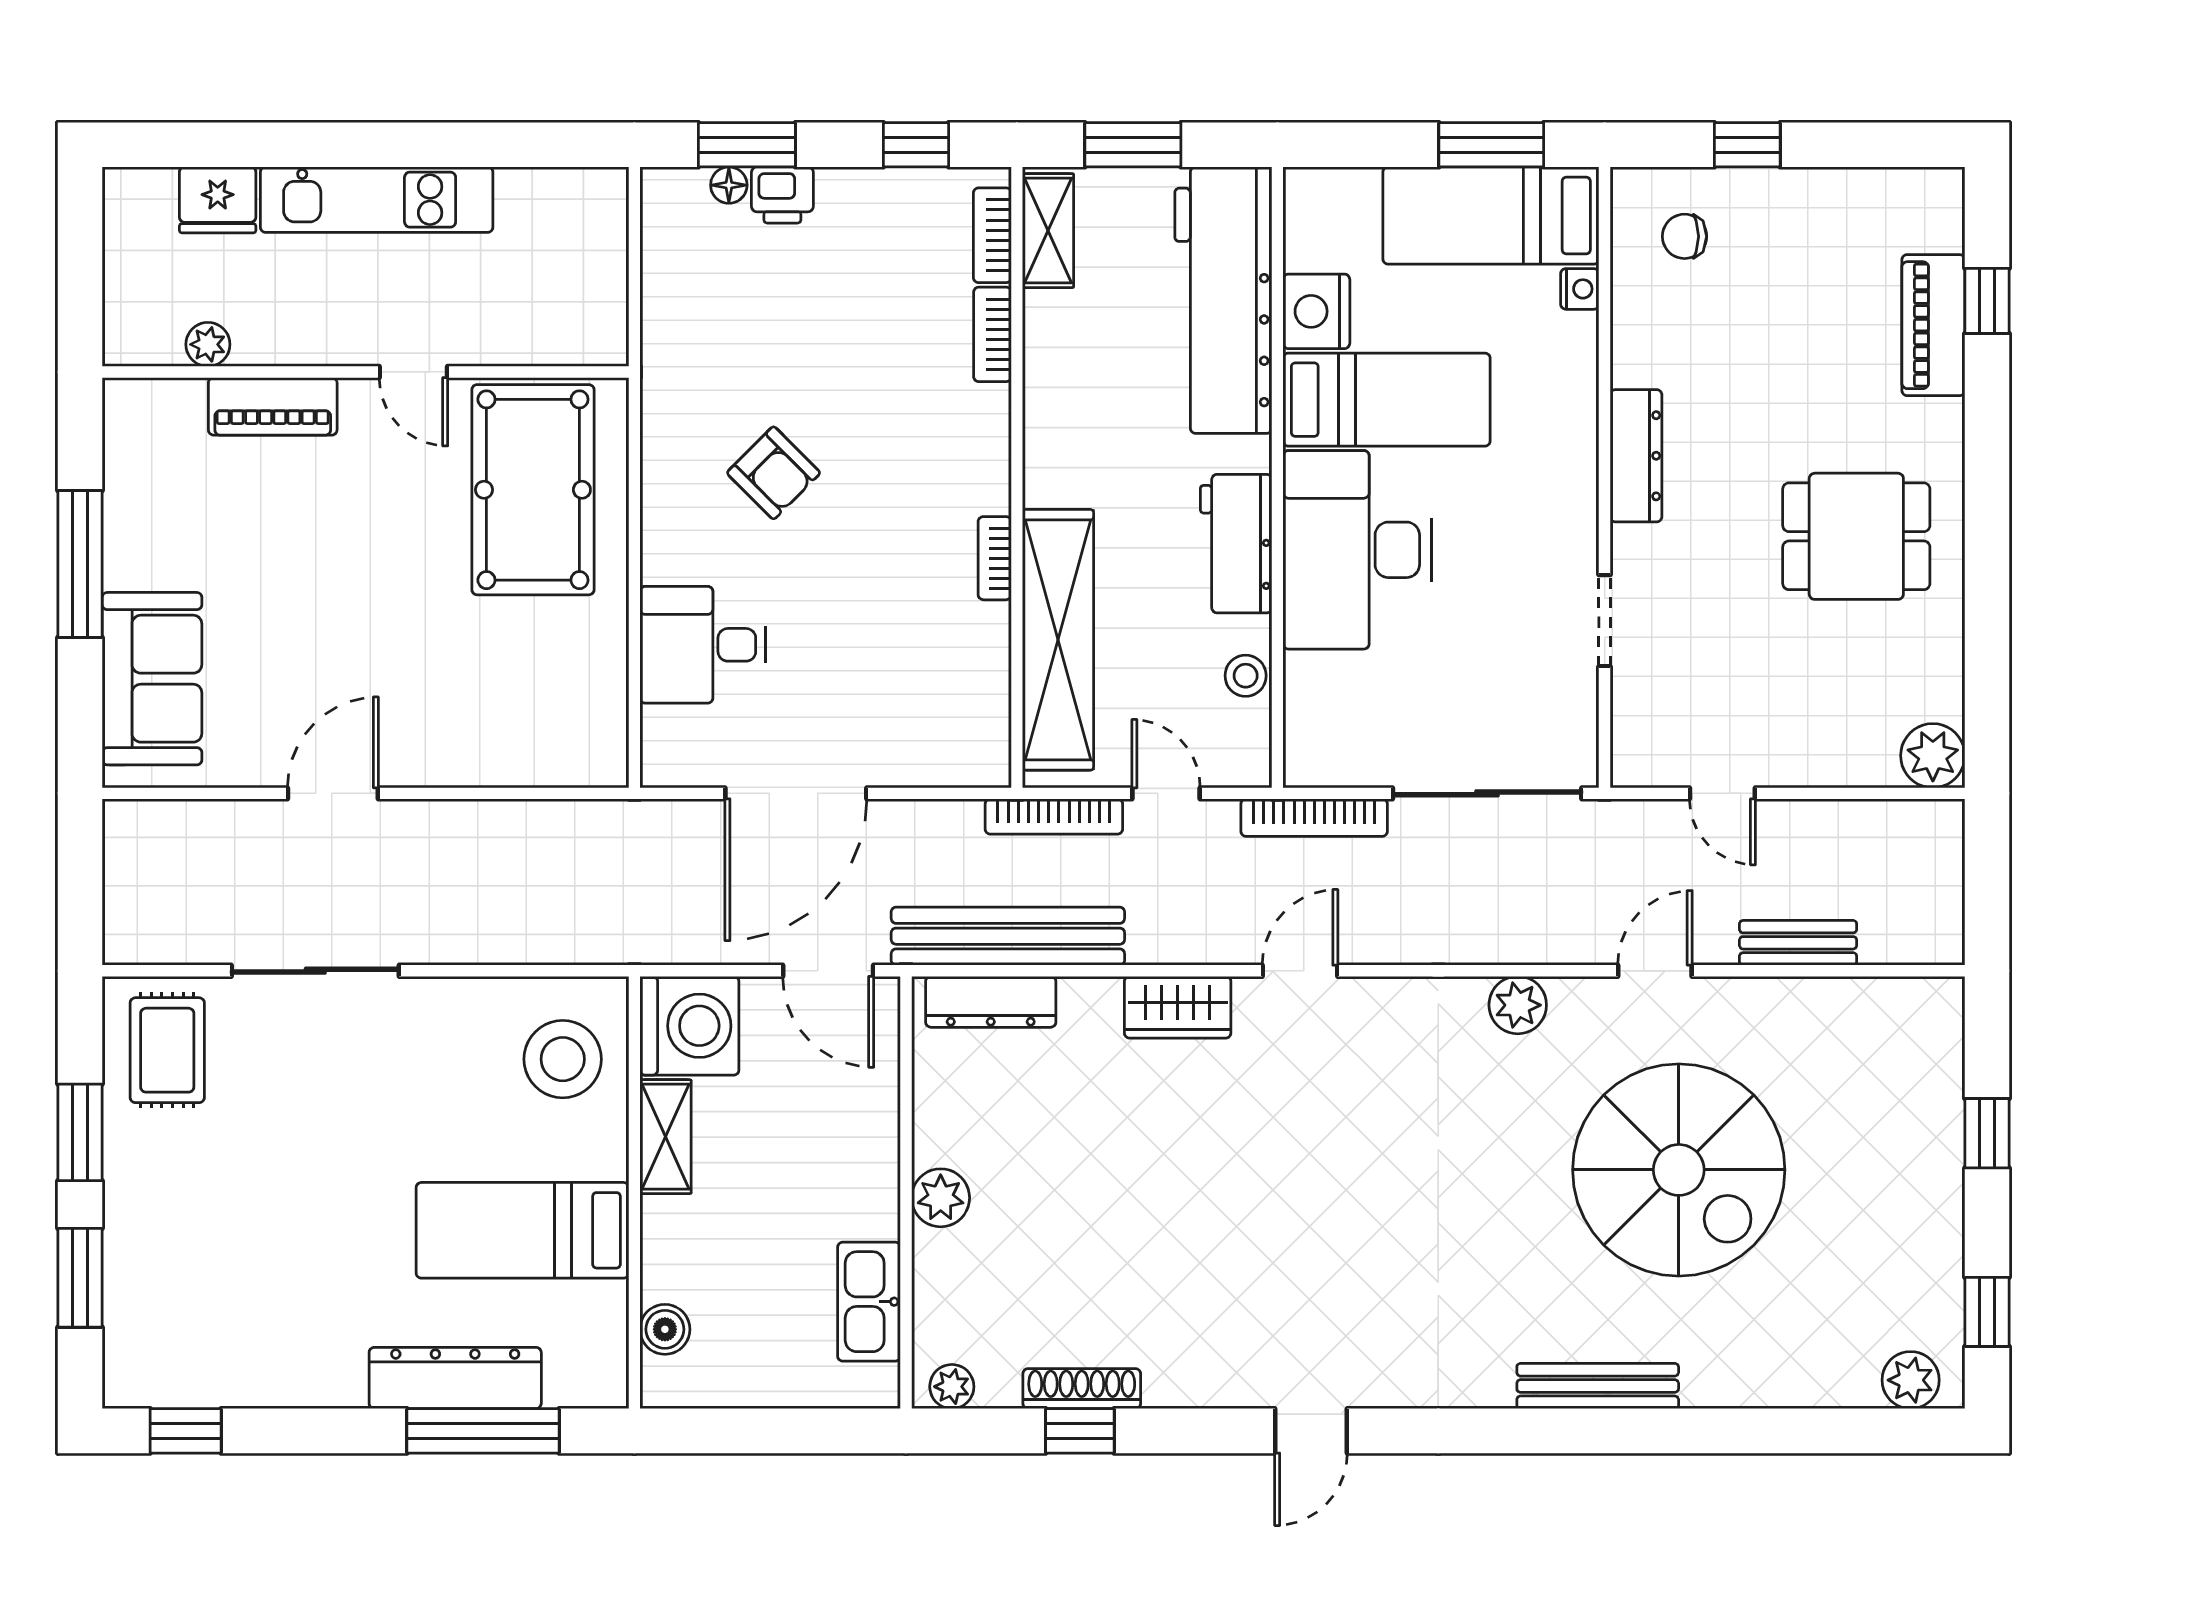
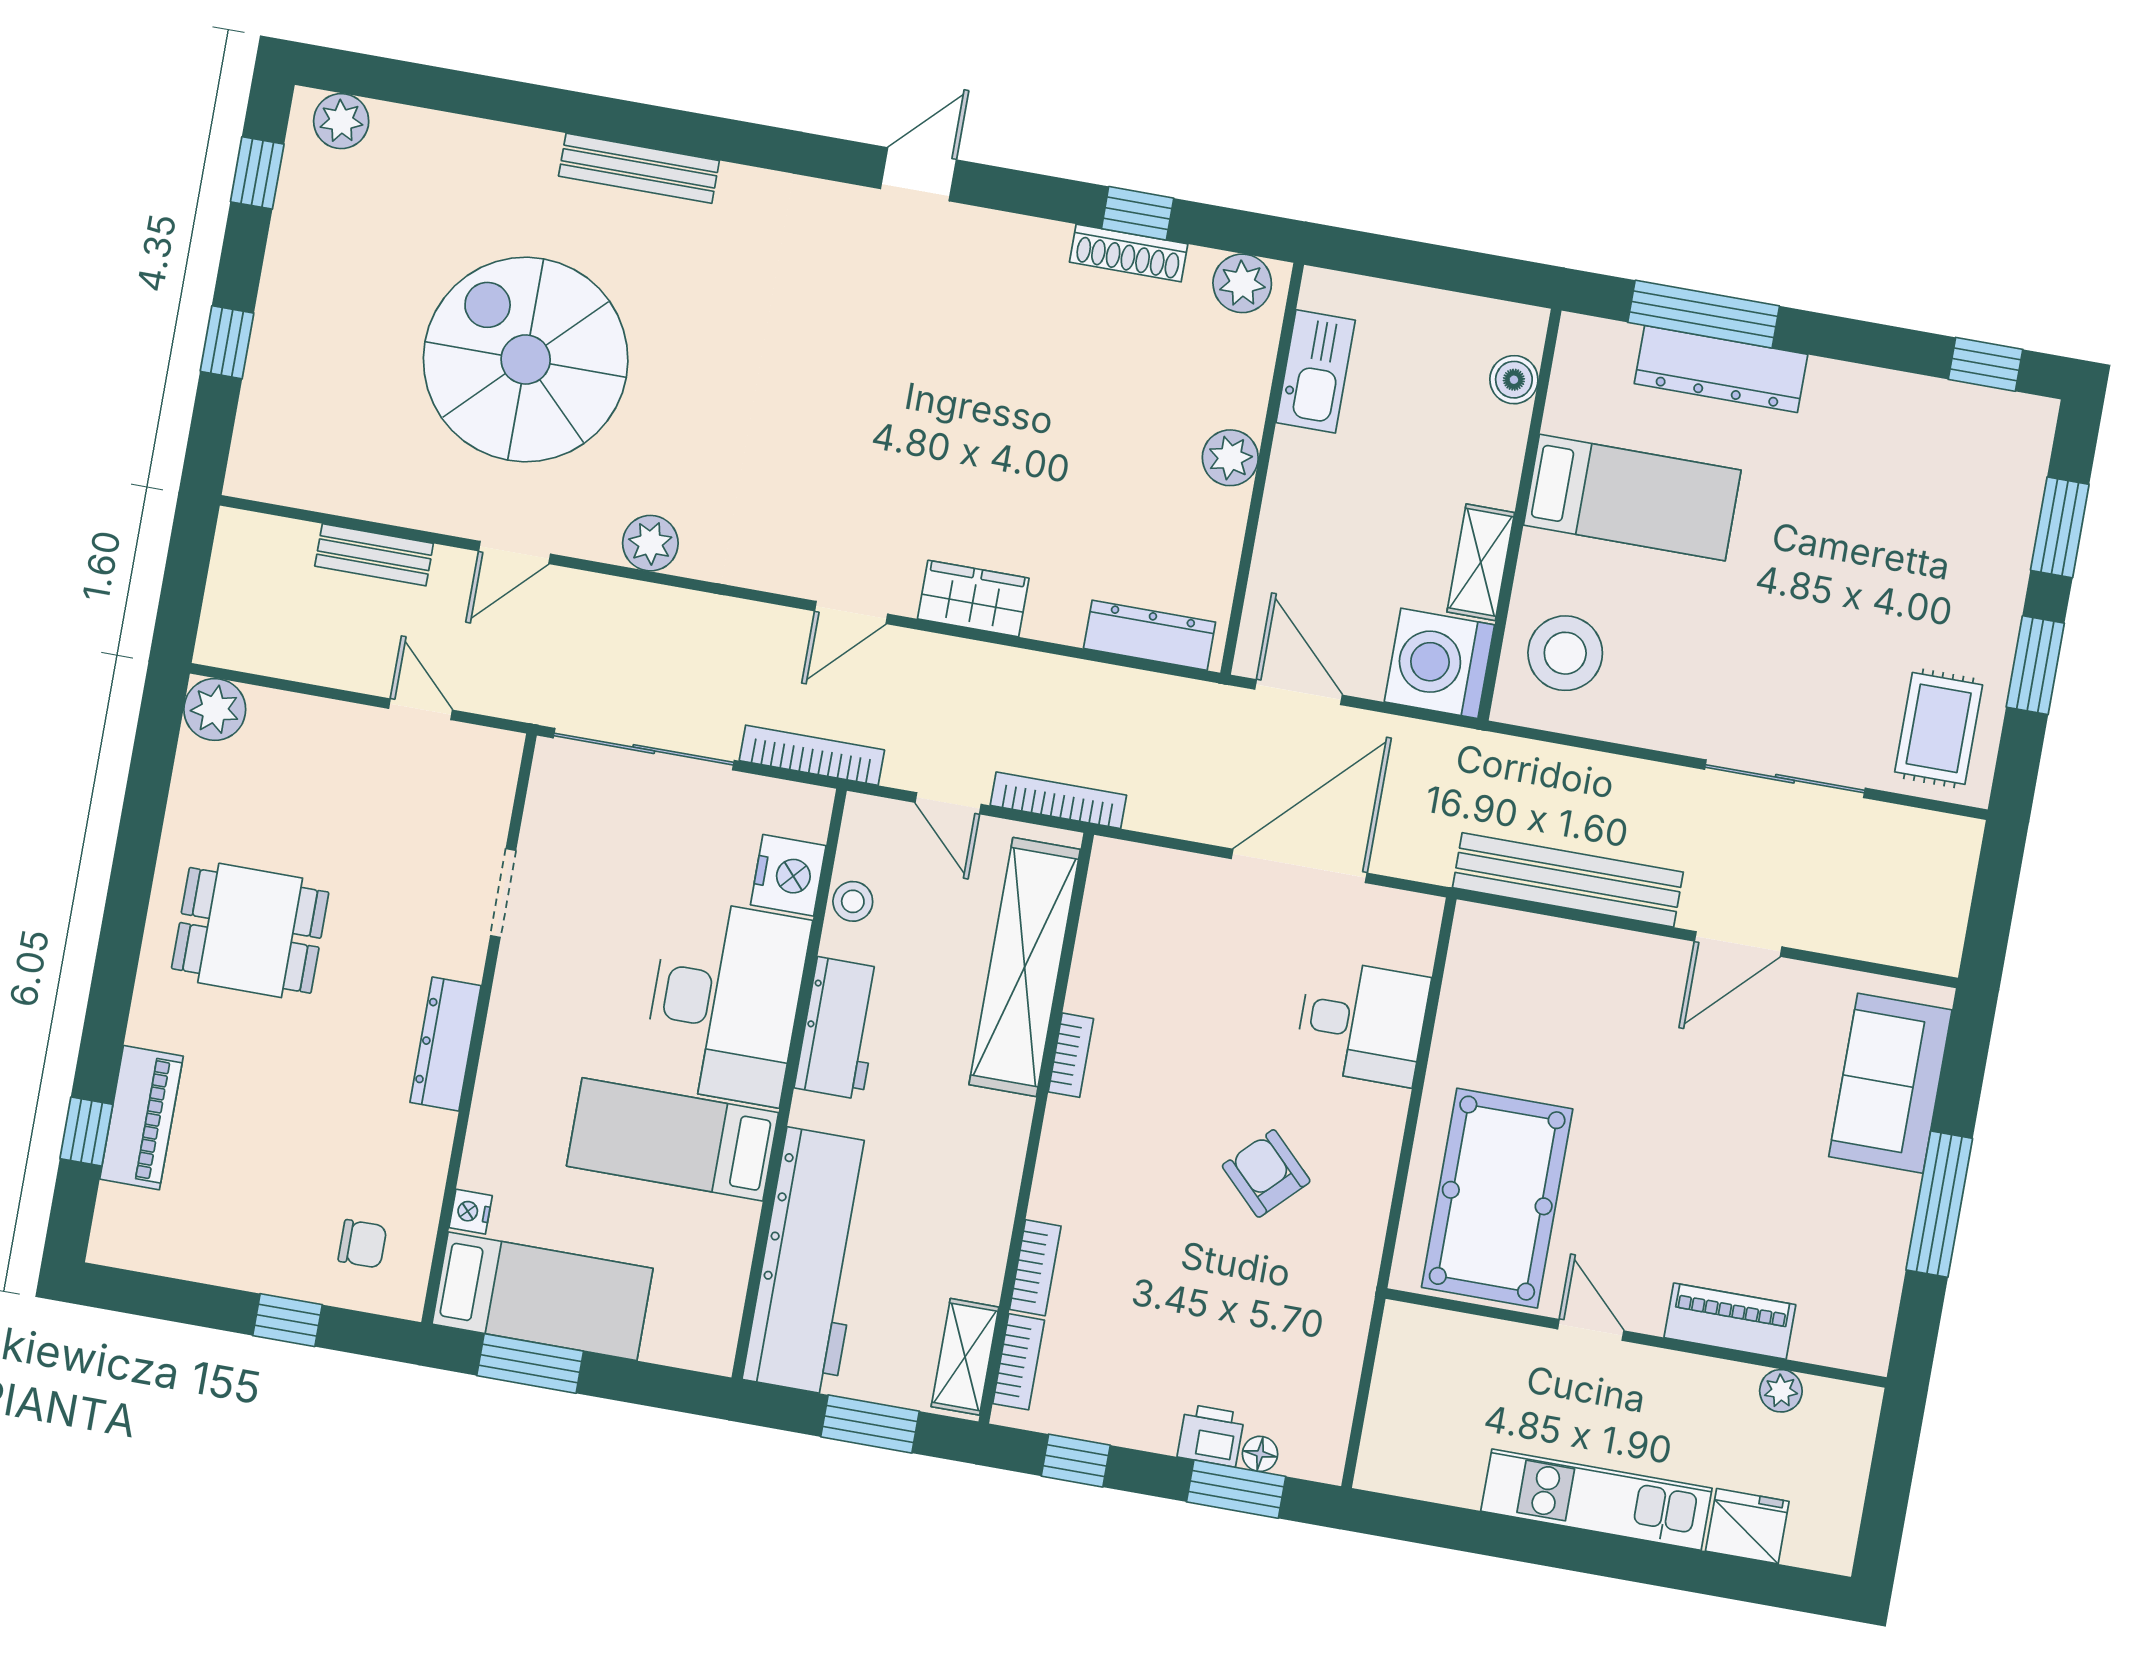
nightstand: (1316, 311) -> (788, 875), moved
bench: (1008, 936) -> (1568, 880), moved
plant: (952, 1387) -> (1242, 283), width x1.38, depth x1.38

